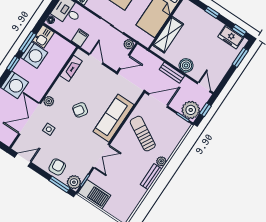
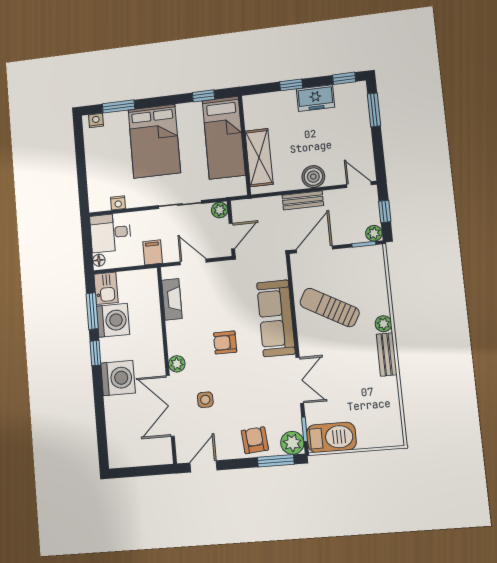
freezer: (231, 37) -> (315, 98), moved
armchair: (80, 110) -> (225, 343), turned 56
plant: (191, 110) -> (374, 233), width x0.53, depth x0.53

